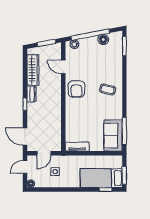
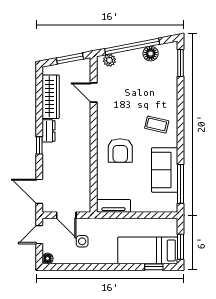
armchair: (76, 89) -> (120, 151), moved
sofa: (113, 136) -> (165, 170), moved
door: (44, 153) -> (66, 215), hinge flipped

